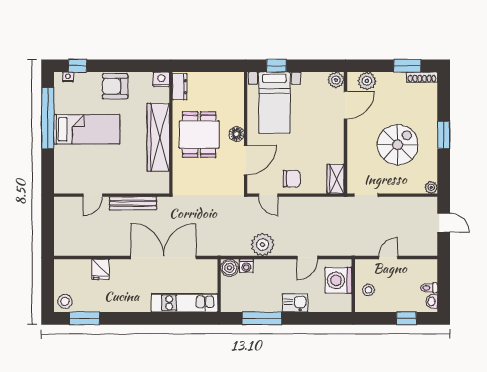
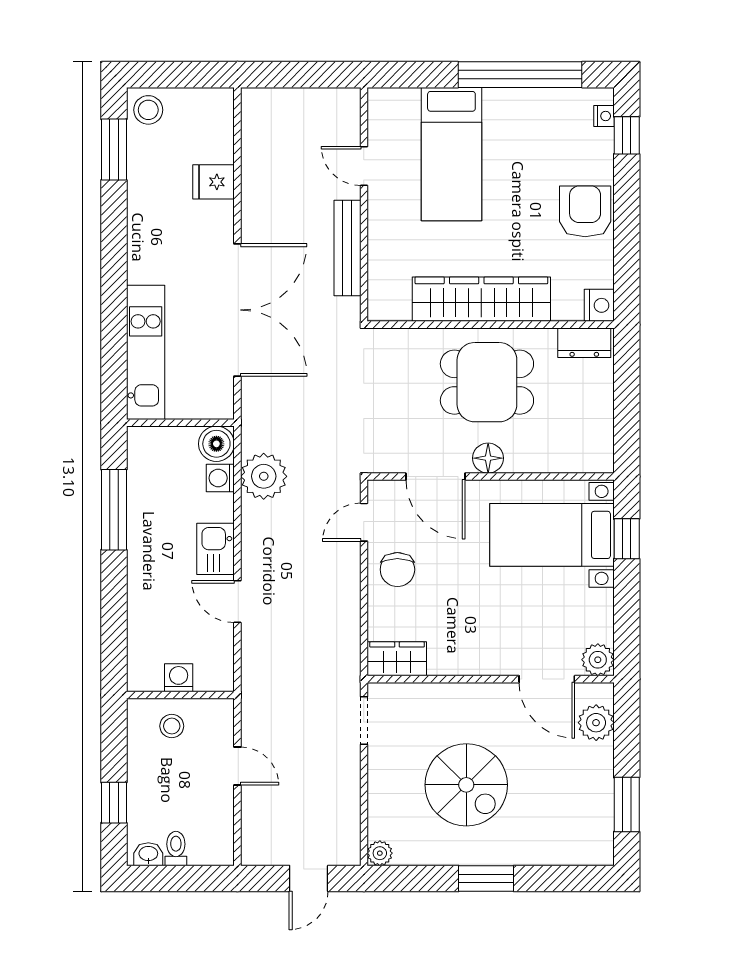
shoe rack: (422, 77) -> (603, 835), removed
bed: (87, 129) -> (451, 154), moved
plant: (262, 245) -> (264, 476), moved
washing machine: (339, 280) -> (179, 678), width x0.53, depth x0.53
kitchen sink: (295, 303) -> (216, 549), moved, turned 180

